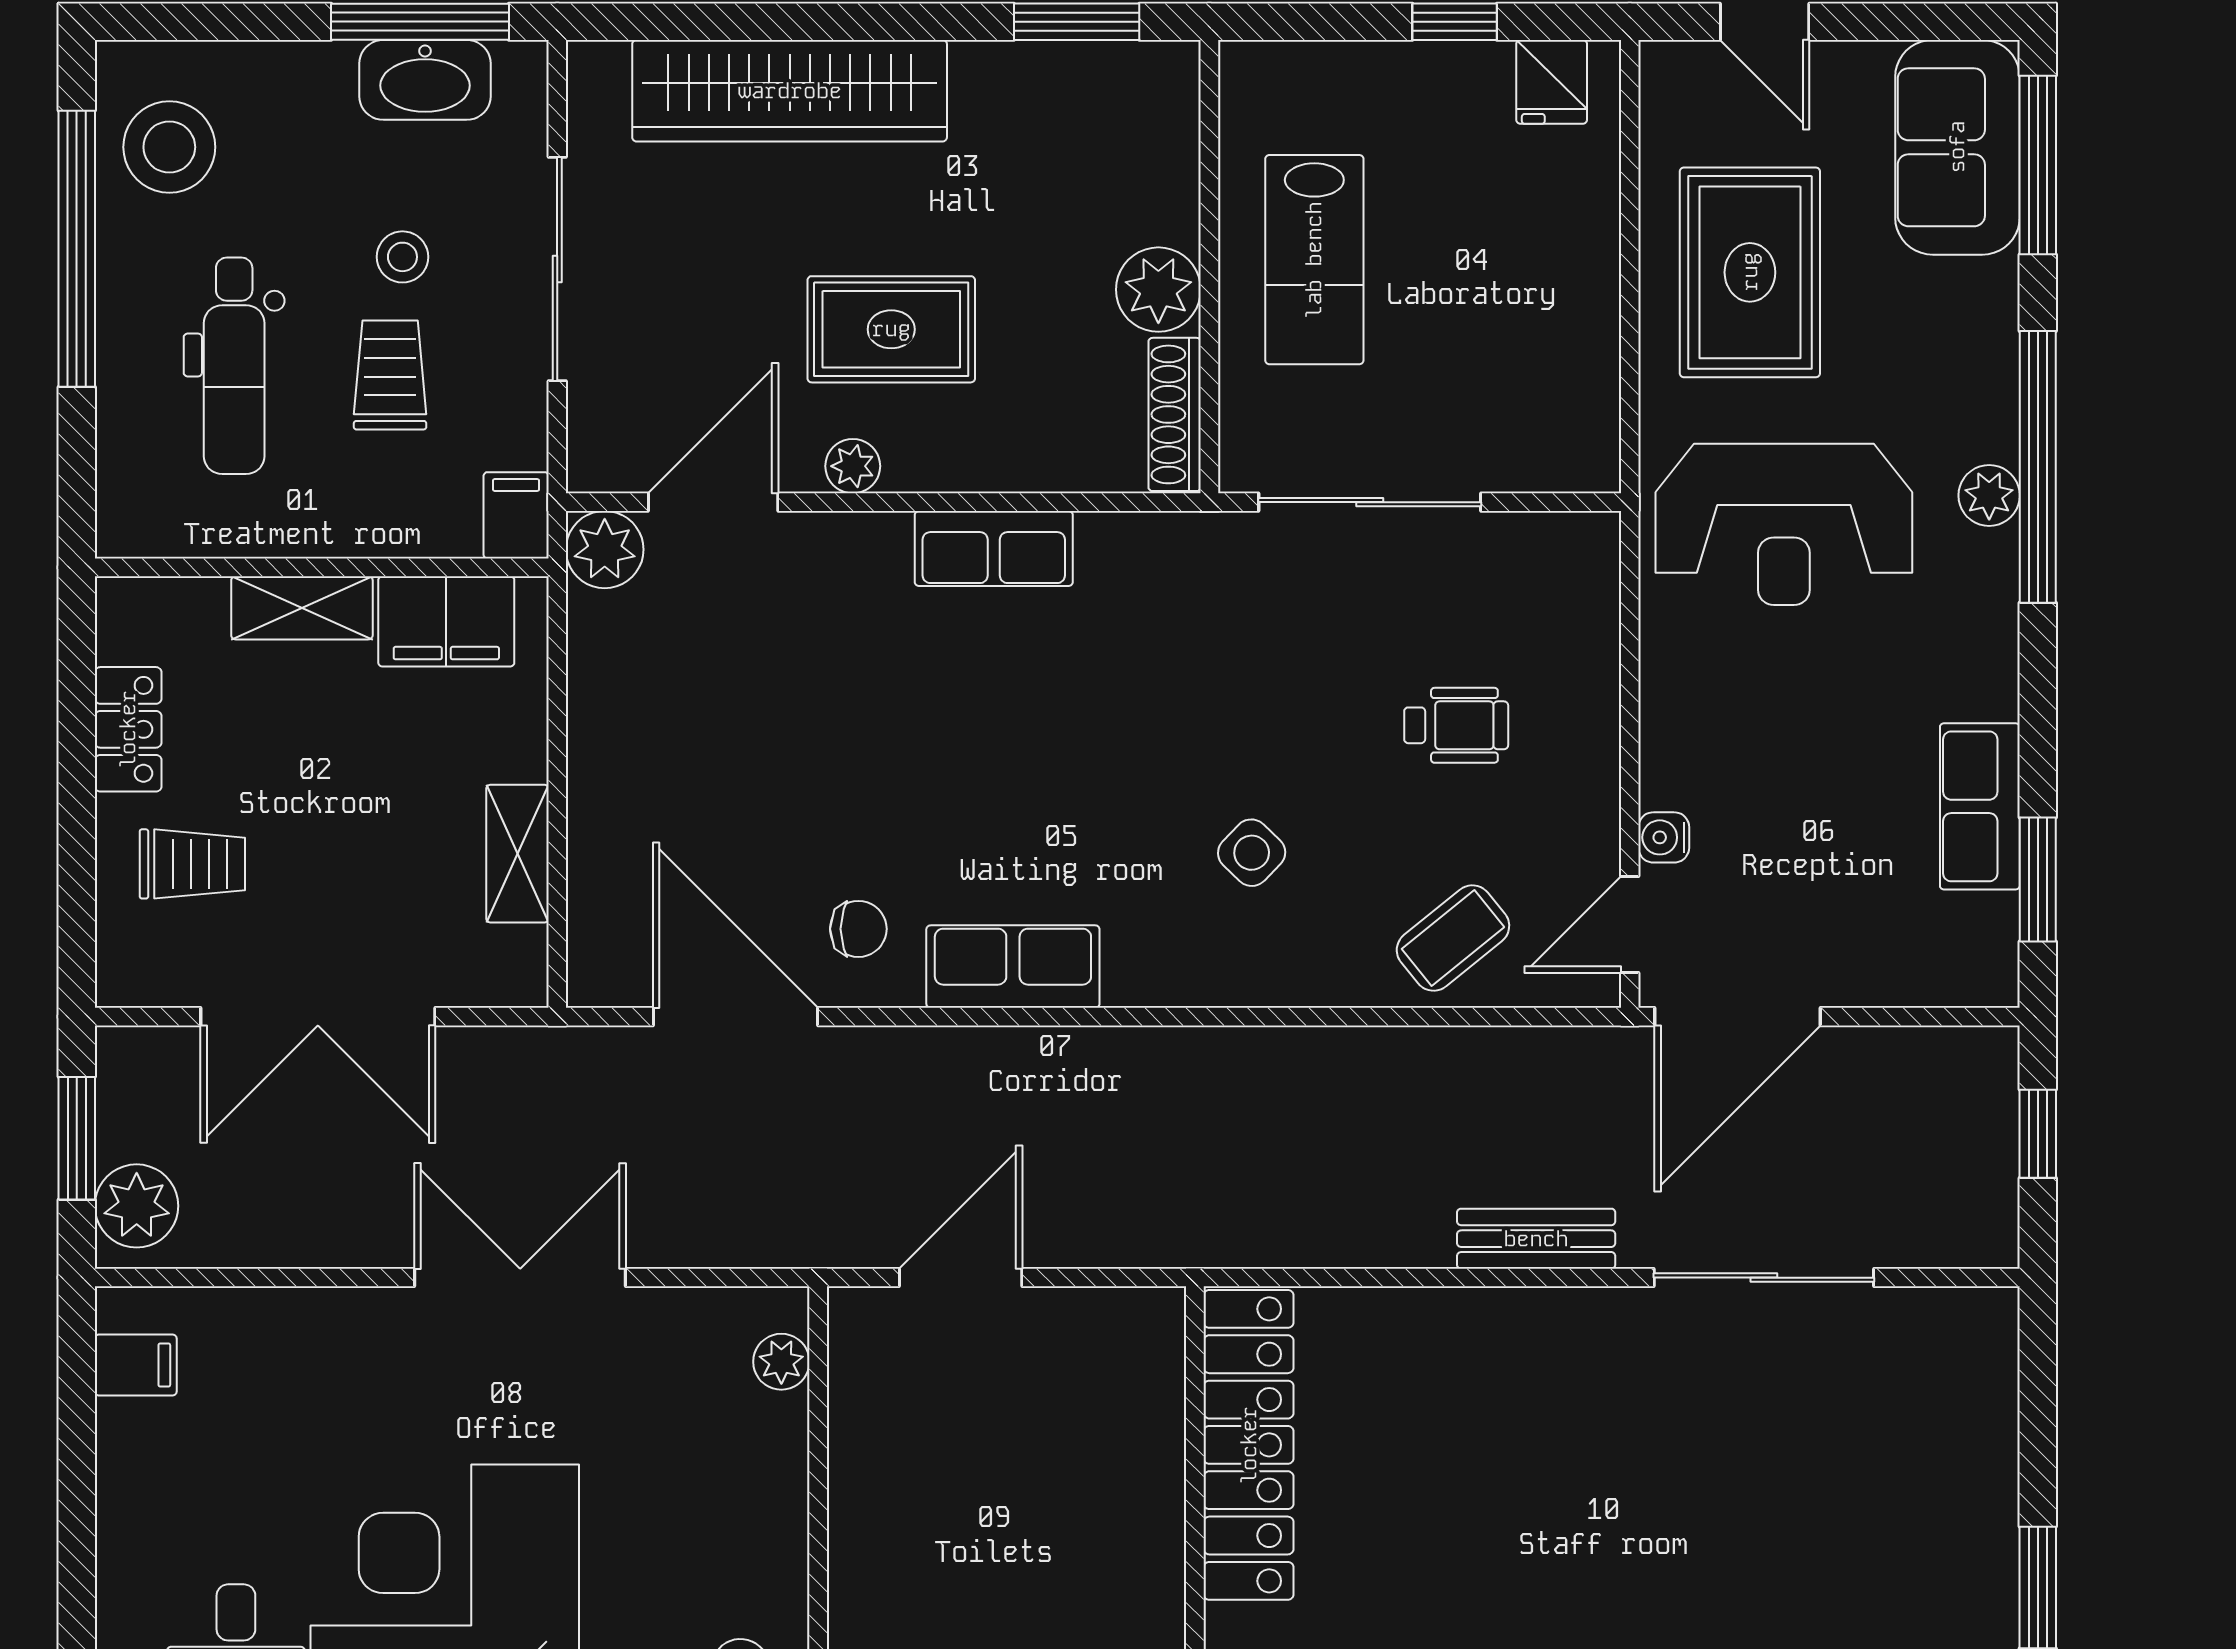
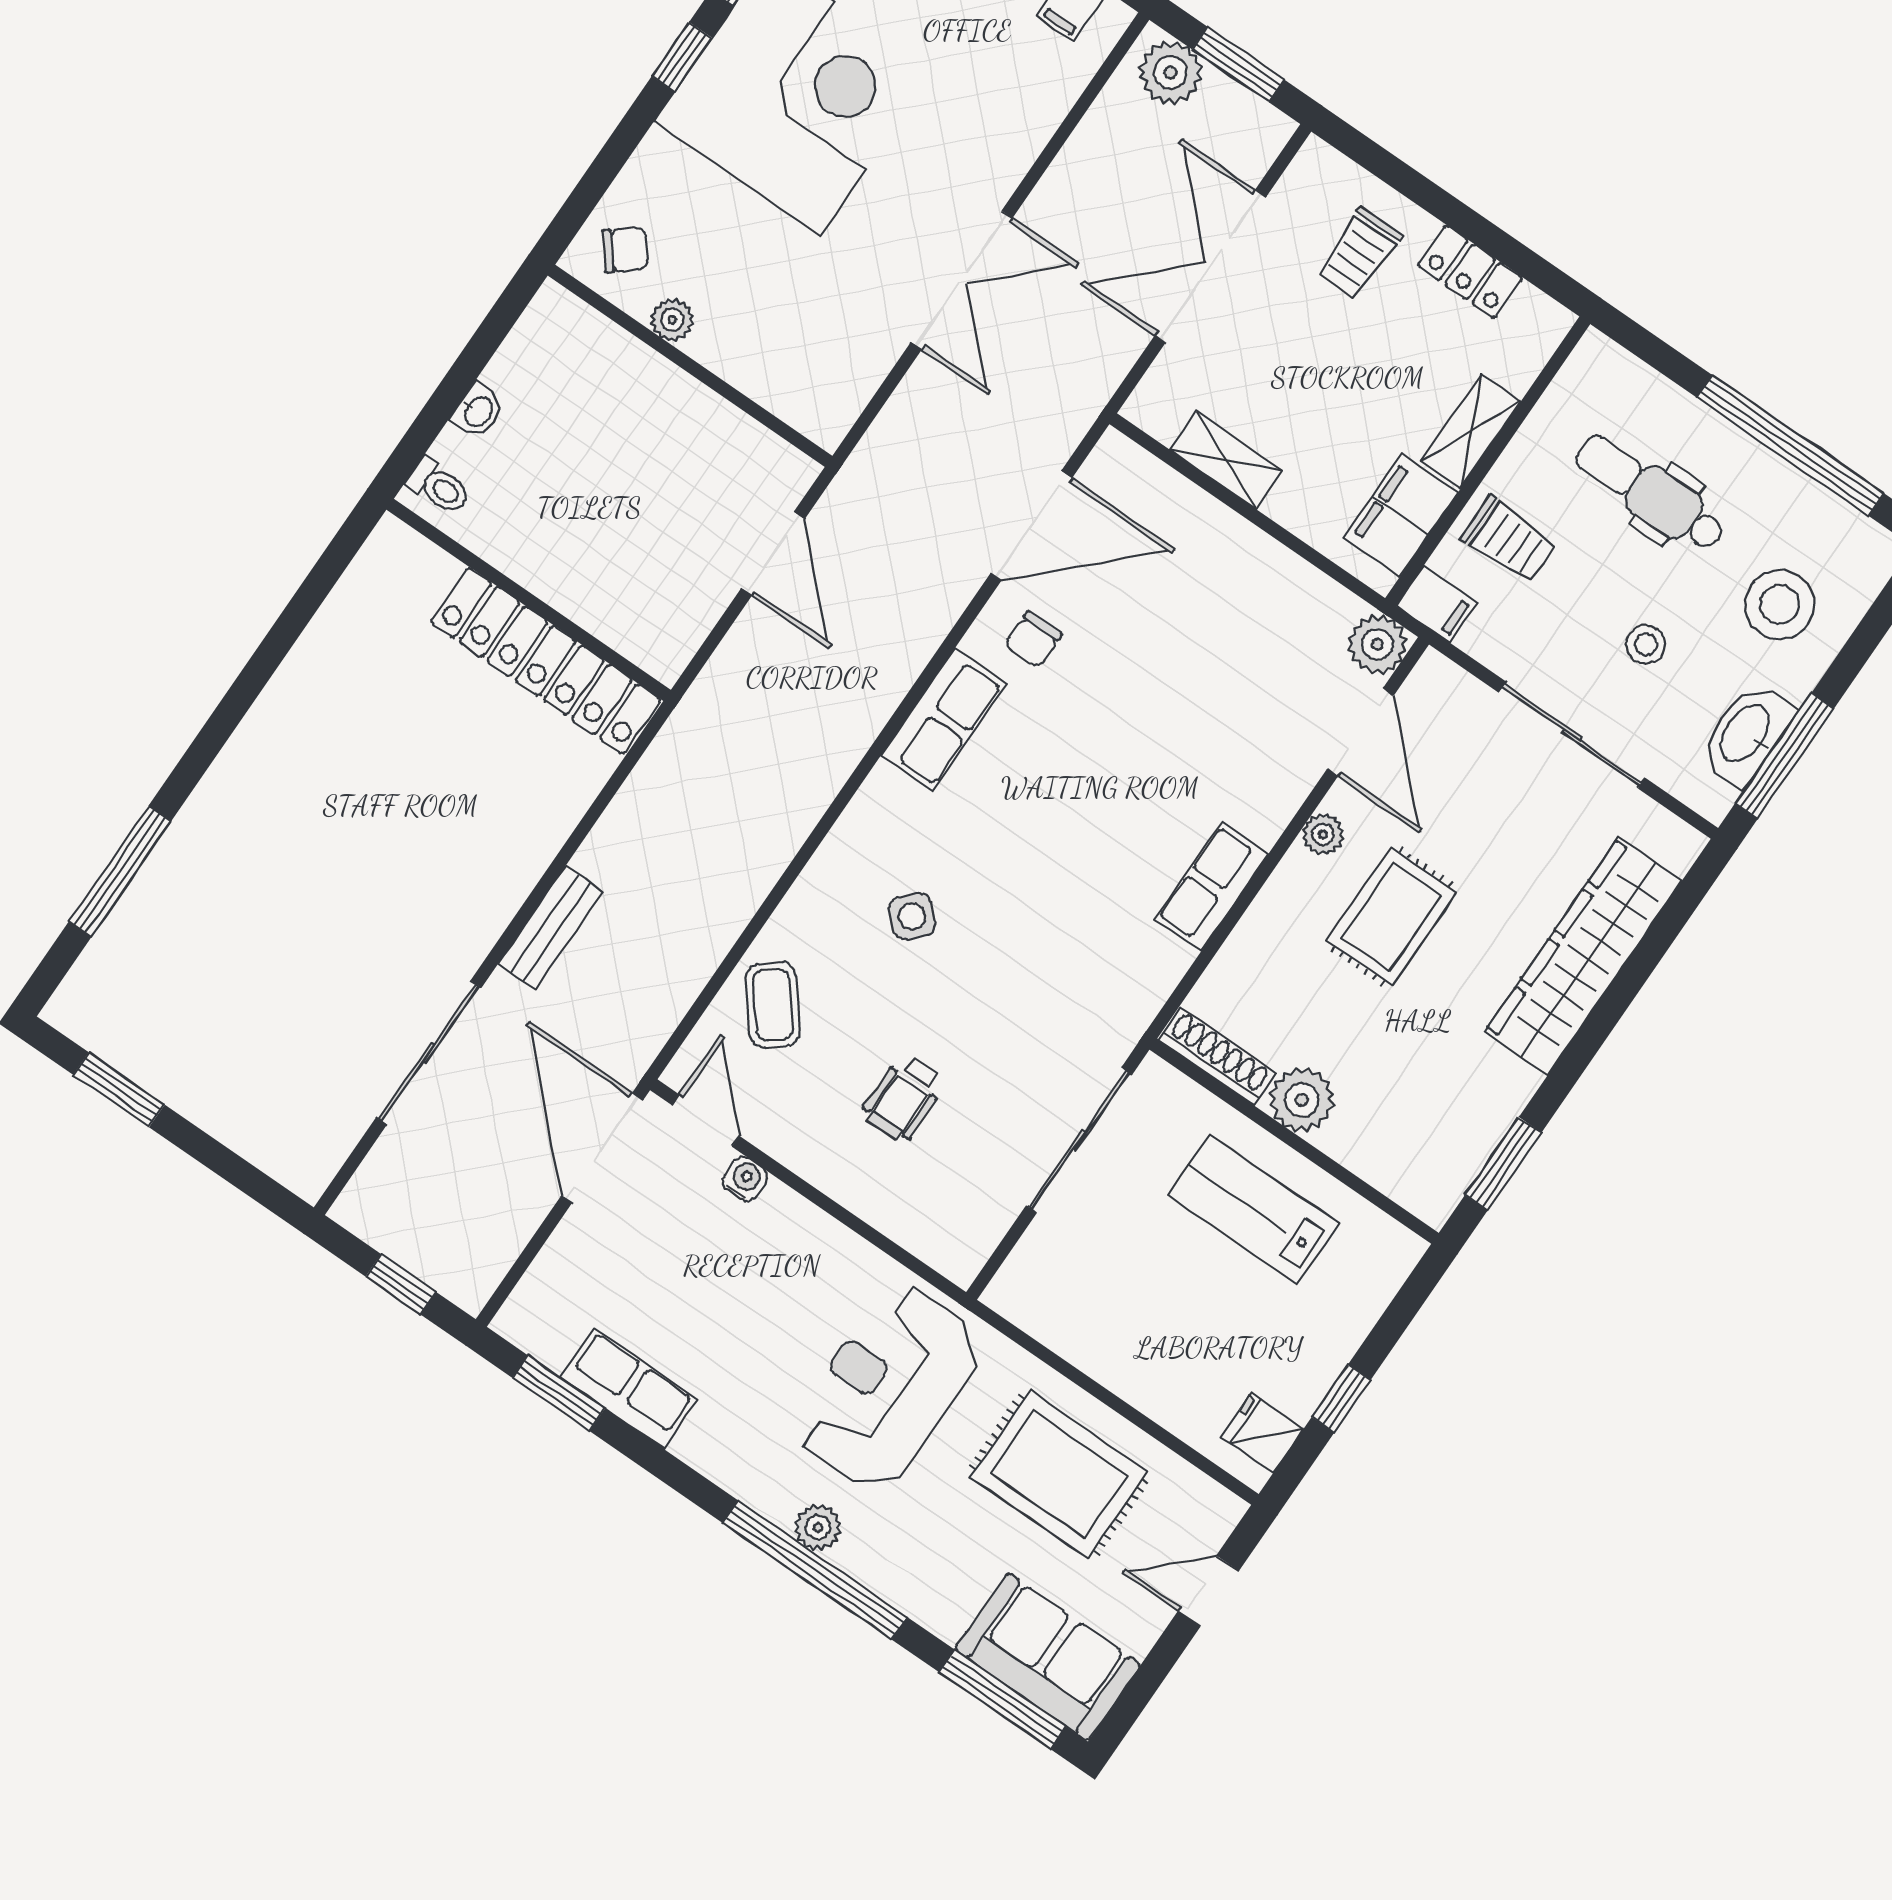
stool: (169, 147) -> (1780, 605), moved
trolley: (390, 375) -> (1509, 540), moved
plant: (781, 1362) -> (672, 320), moved

